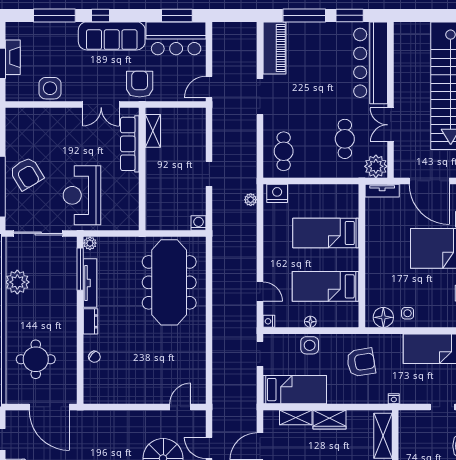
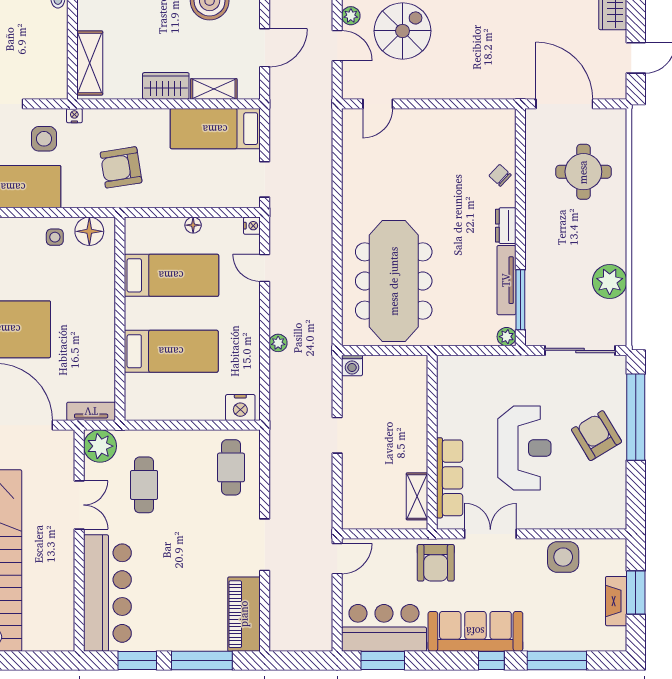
reception desk: (82, 195) -> (524, 448), moved
plant: (251, 200) -> (278, 343), moved
side table: (310, 345) -> (44, 139), moved

